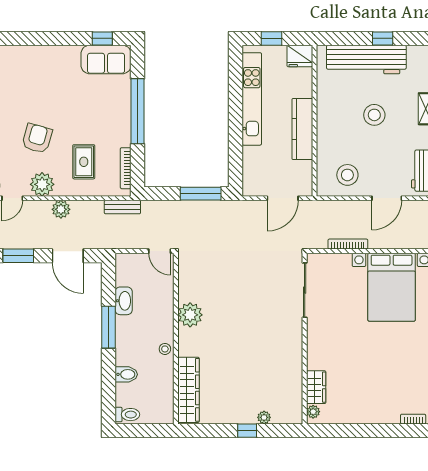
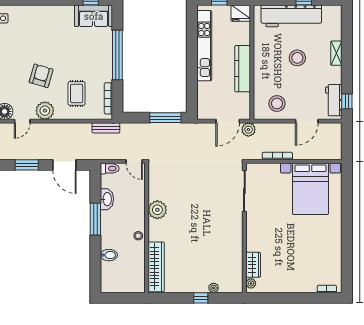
plant: (61, 209) -> (248, 130), moved
toilet: (127, 415) -> (110, 168), moved

